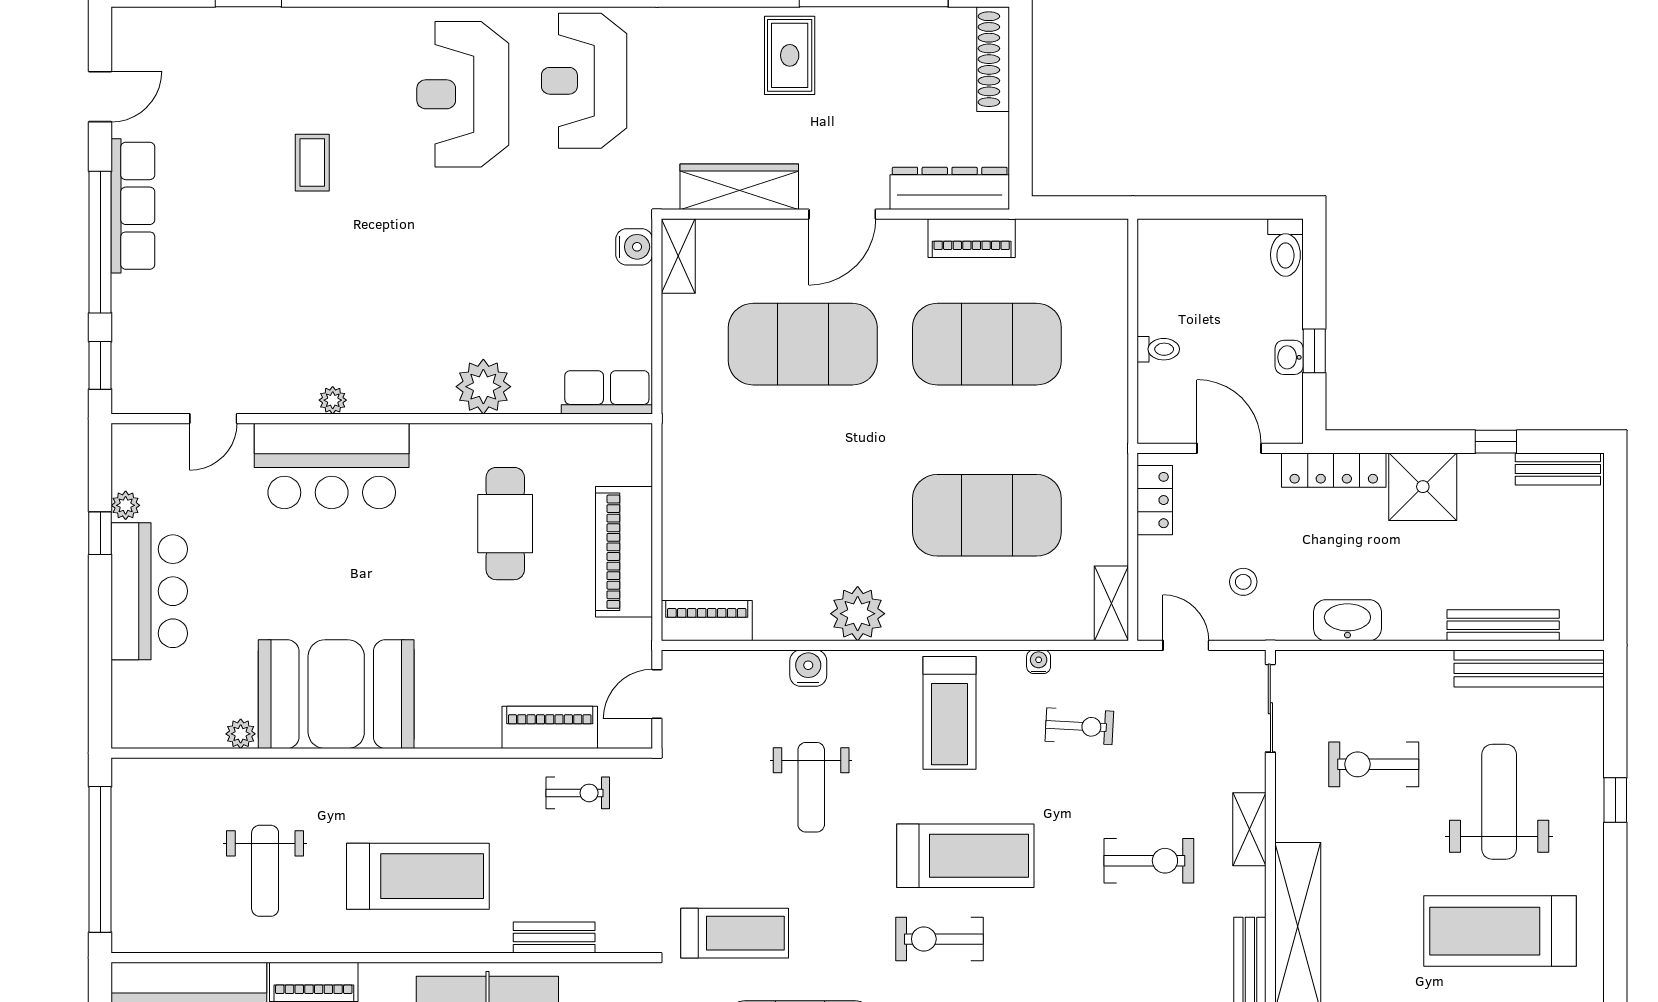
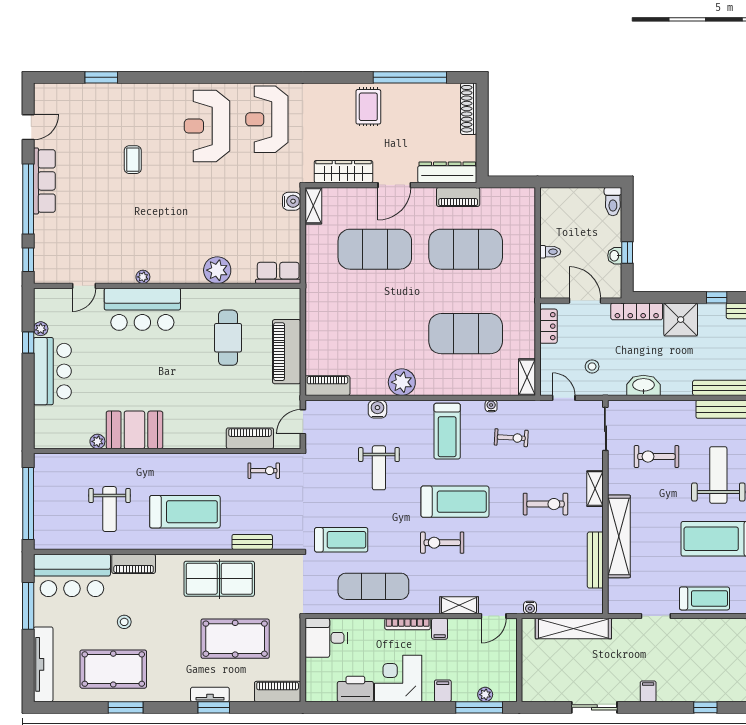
booth: (336, 694) -> (134, 430), width x0.73, depth x0.70

